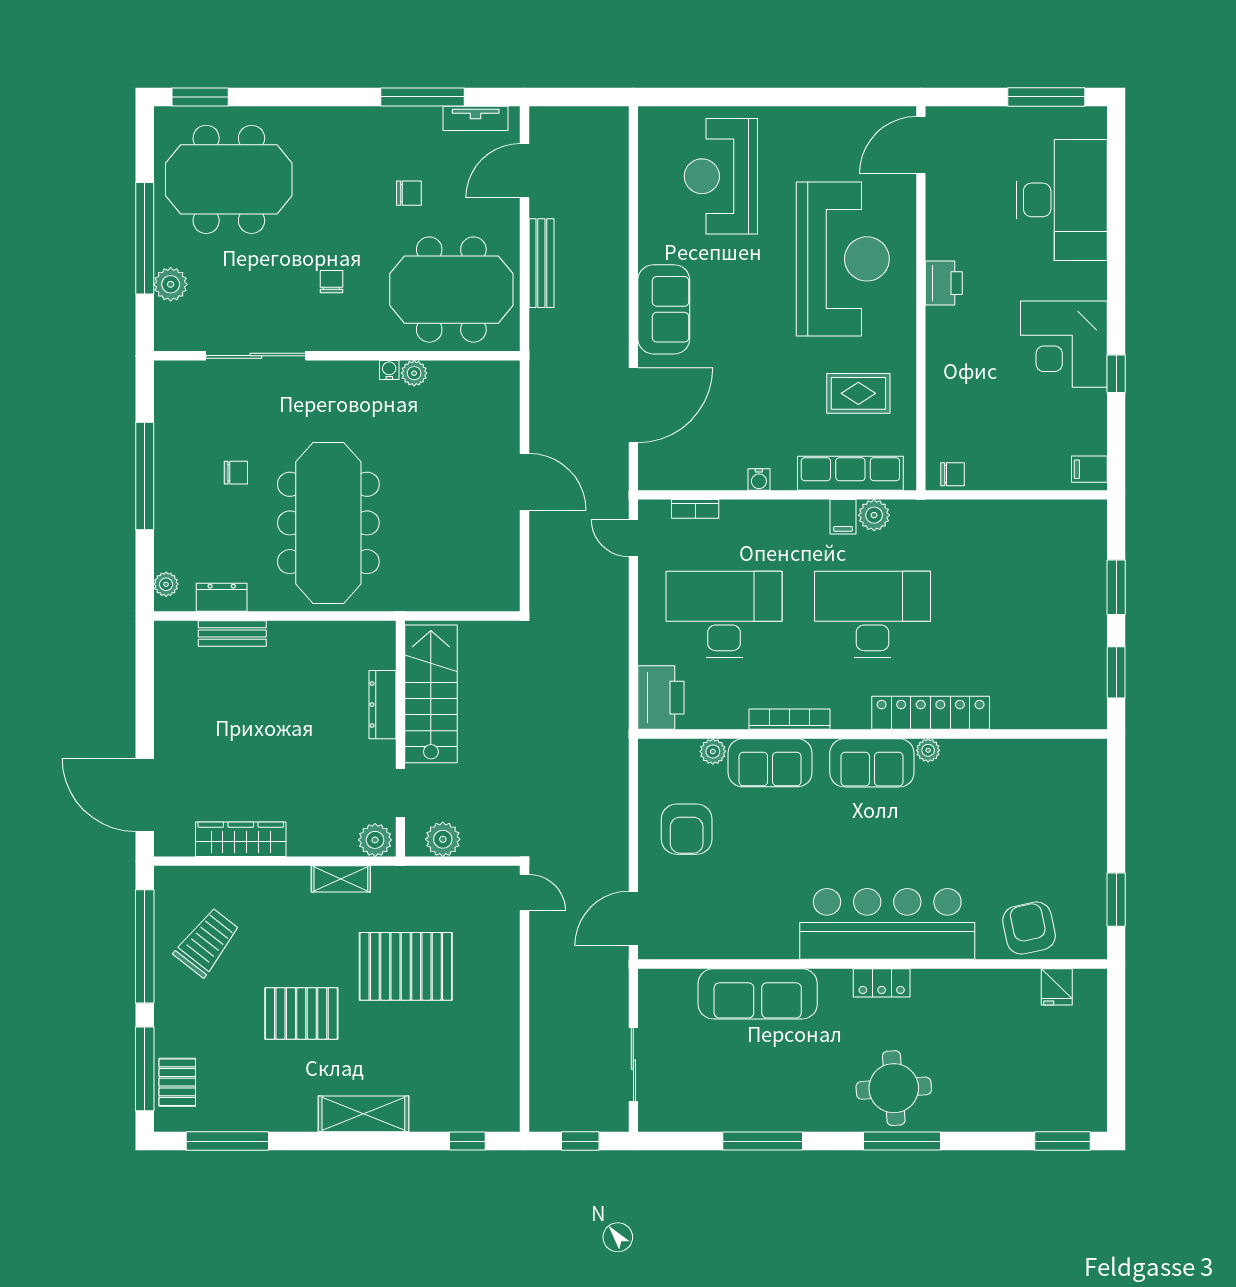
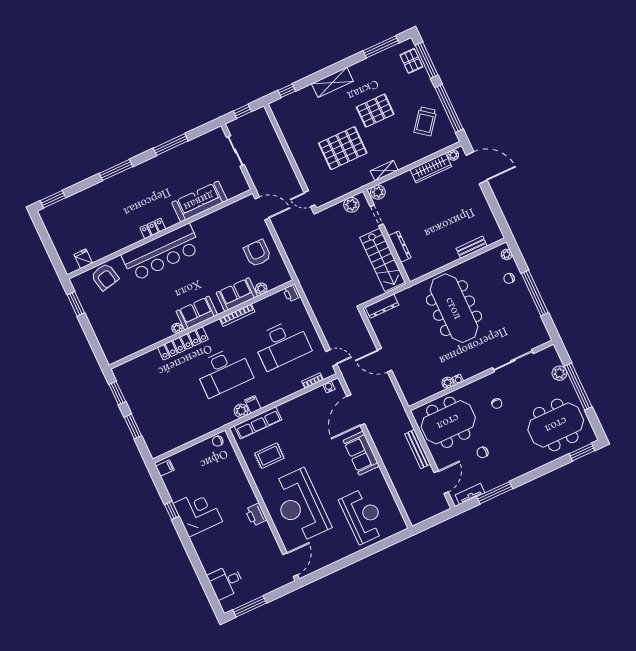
desk: (1062, 200) -> (226, 582), width x0.53, depth x0.77
chair: (236, 473) -> (509, 278), moved
water cooler: (759, 480) -> (329, 387), moved
dresser: (222, 597) -> (382, 306), moved, width x1.44
printer: (661, 698) -> (292, 293), width x0.53, depth x0.68
plant: (181, 844) -> (453, 155), added
door: (633, 918) -> (262, 208), hinge flipped
round table: (894, 1088) -> (129, 189), removed

